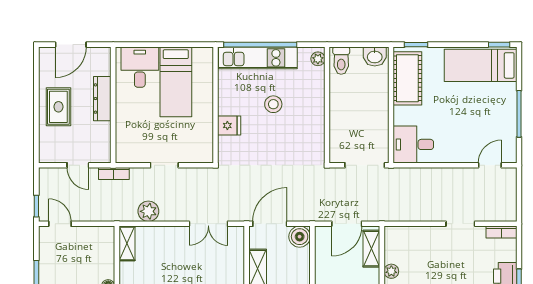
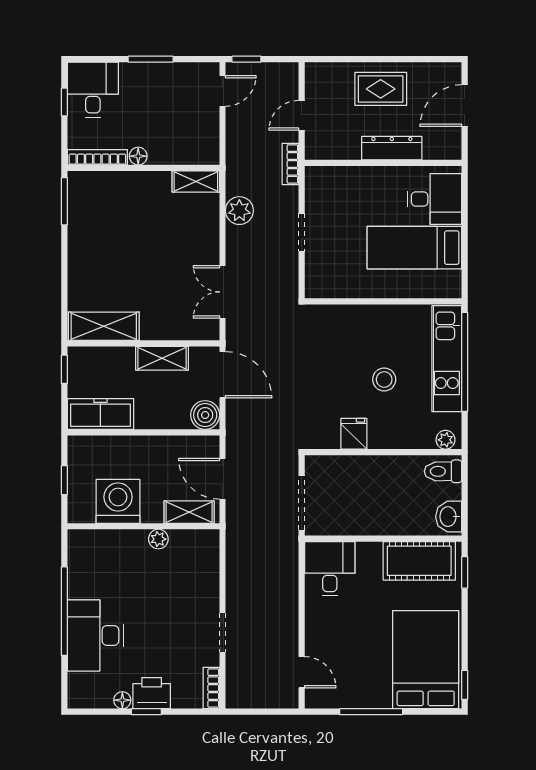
door: (71, 45) -> (465, 106), hinge flipped
bed: (481, 65) -> (426, 660), width x1.50
fridge: (229, 126) -> (354, 434), moved, turned 180

